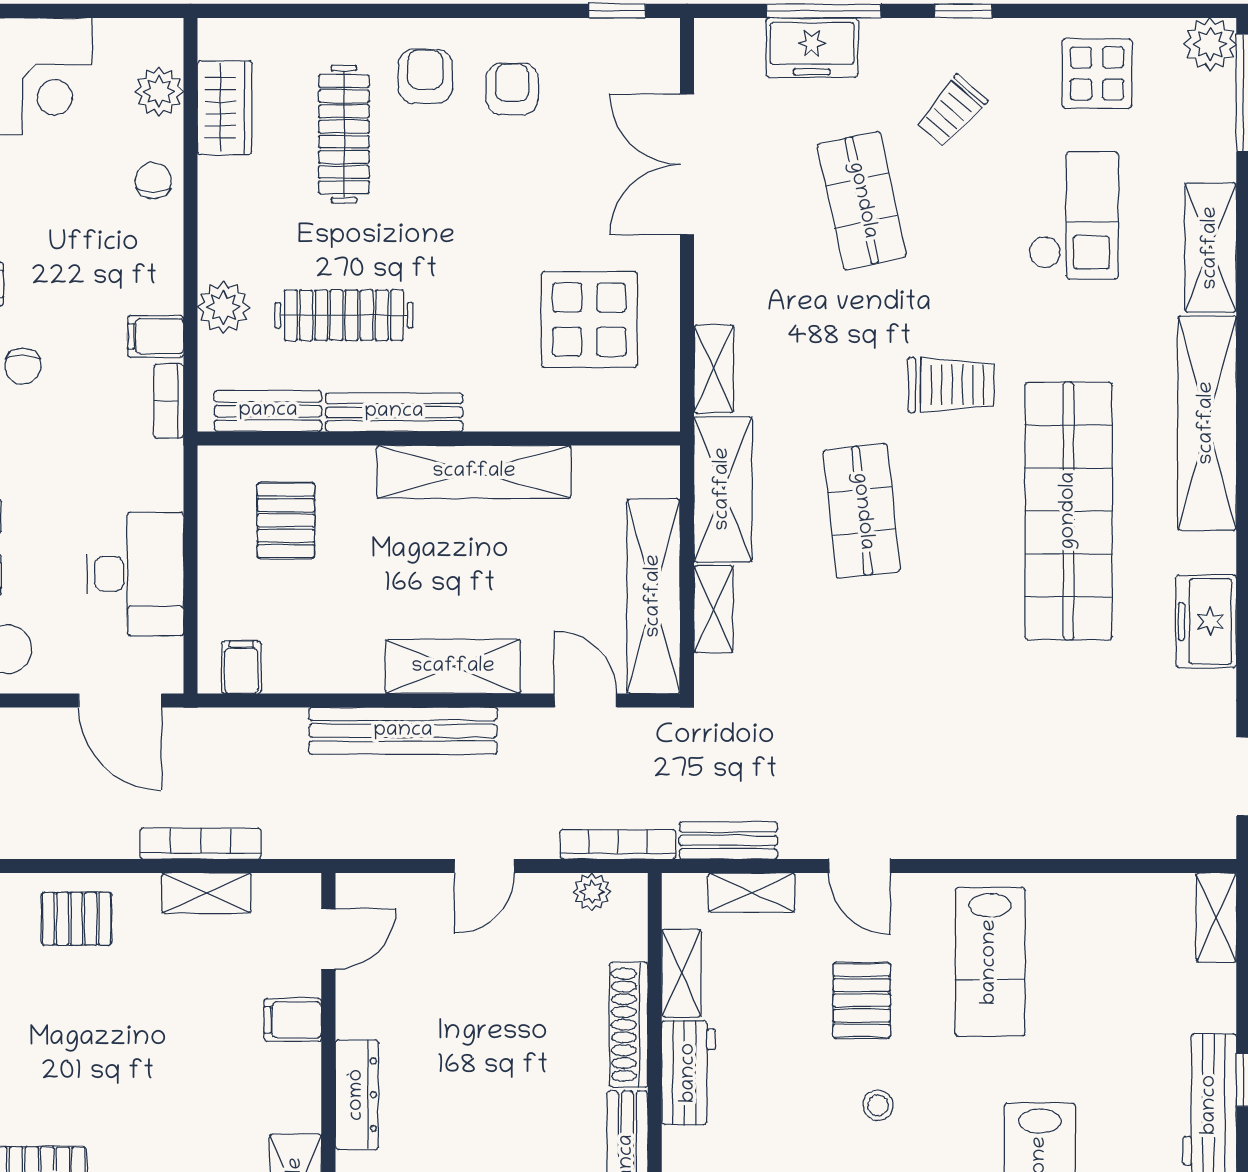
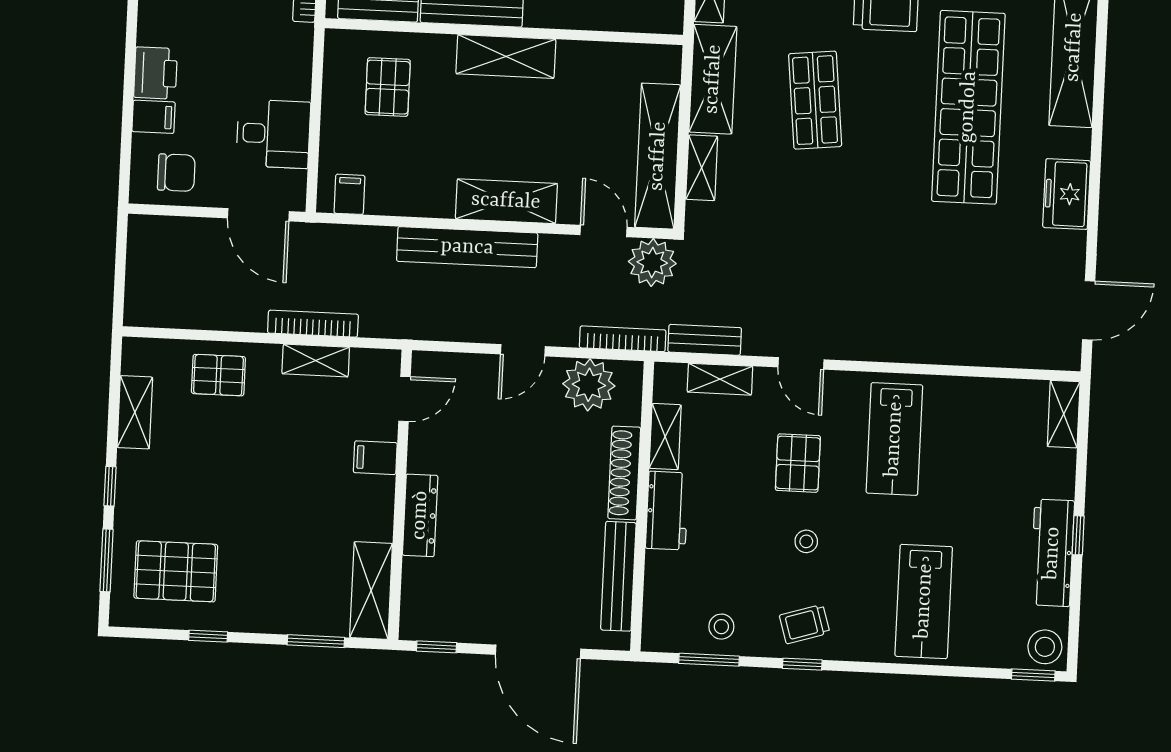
shelving: (474, 472) -> (506, 56), width x0.68
desk: (135, 574) -> (273, 134), width x0.73
plant: (653, 740) -> (652, 263), added
plant: (592, 892) -> (589, 385), width x1.87, depth x1.87

